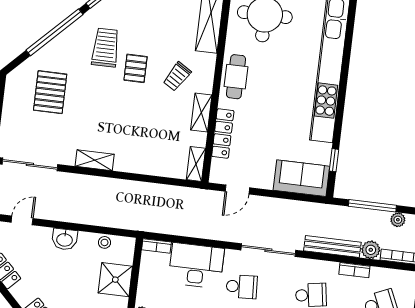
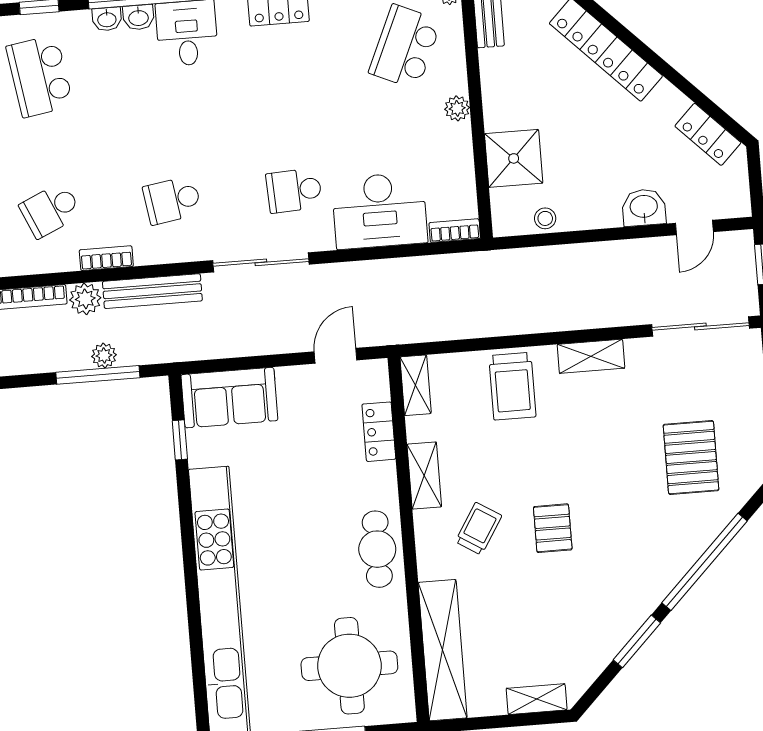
trolley: (105, 48) -> (512, 386), moved
locker: (223, 134) -> (379, 432), width x0.66
plant: (398, 220) -> (104, 356), moved
washbasin: (65, 239) -> (644, 207), moved

